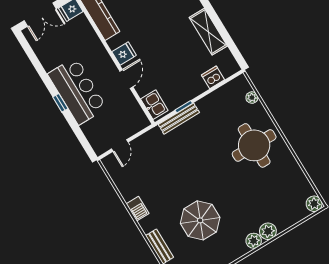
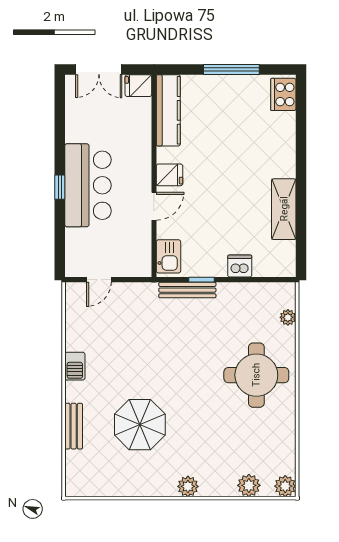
dishwasher: (213, 77) -> (240, 266), moved
plant: (268, 231) -> (249, 485), moved

